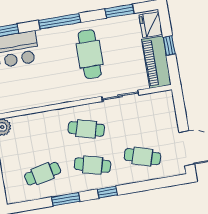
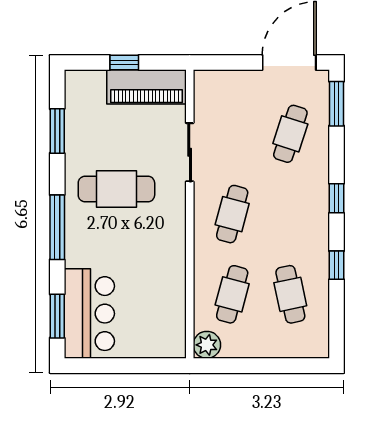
fridge: (151, 25) -> (87, 85), removed
cafe table: (93, 165) -> (232, 294), moved
window: (166, 182) -> (336, 104), added
window: (66, 199) -> (336, 265), width x0.67

